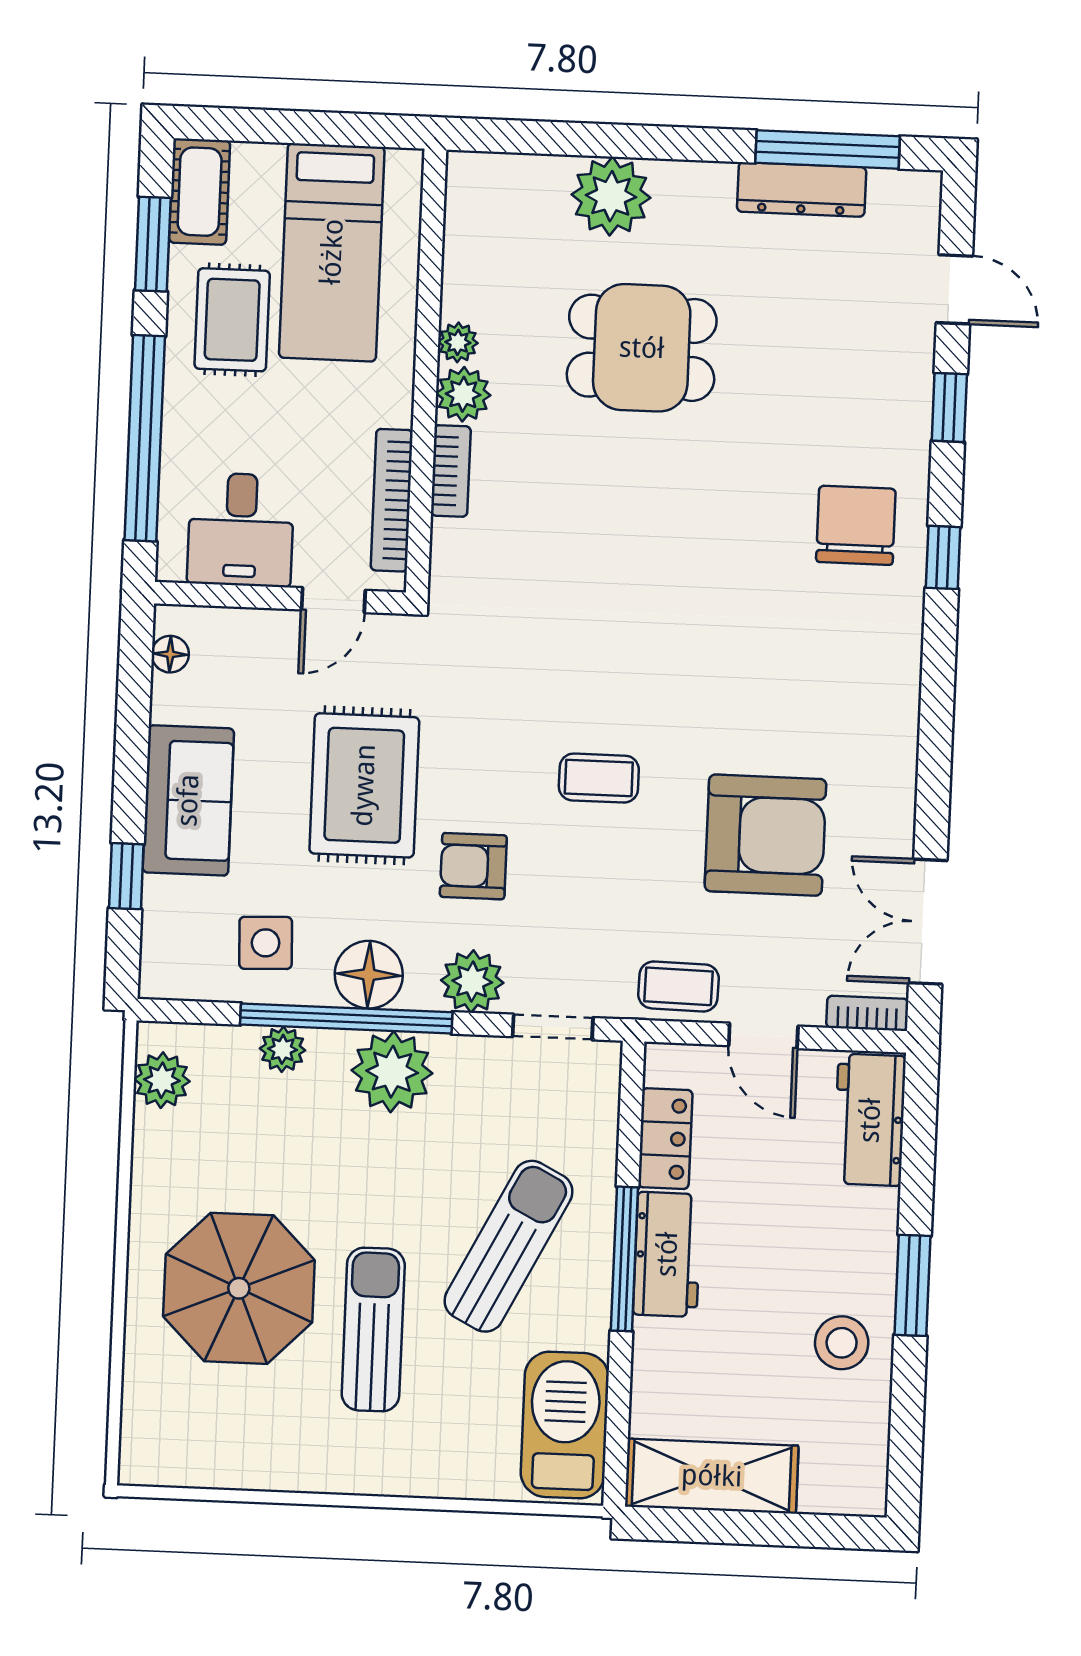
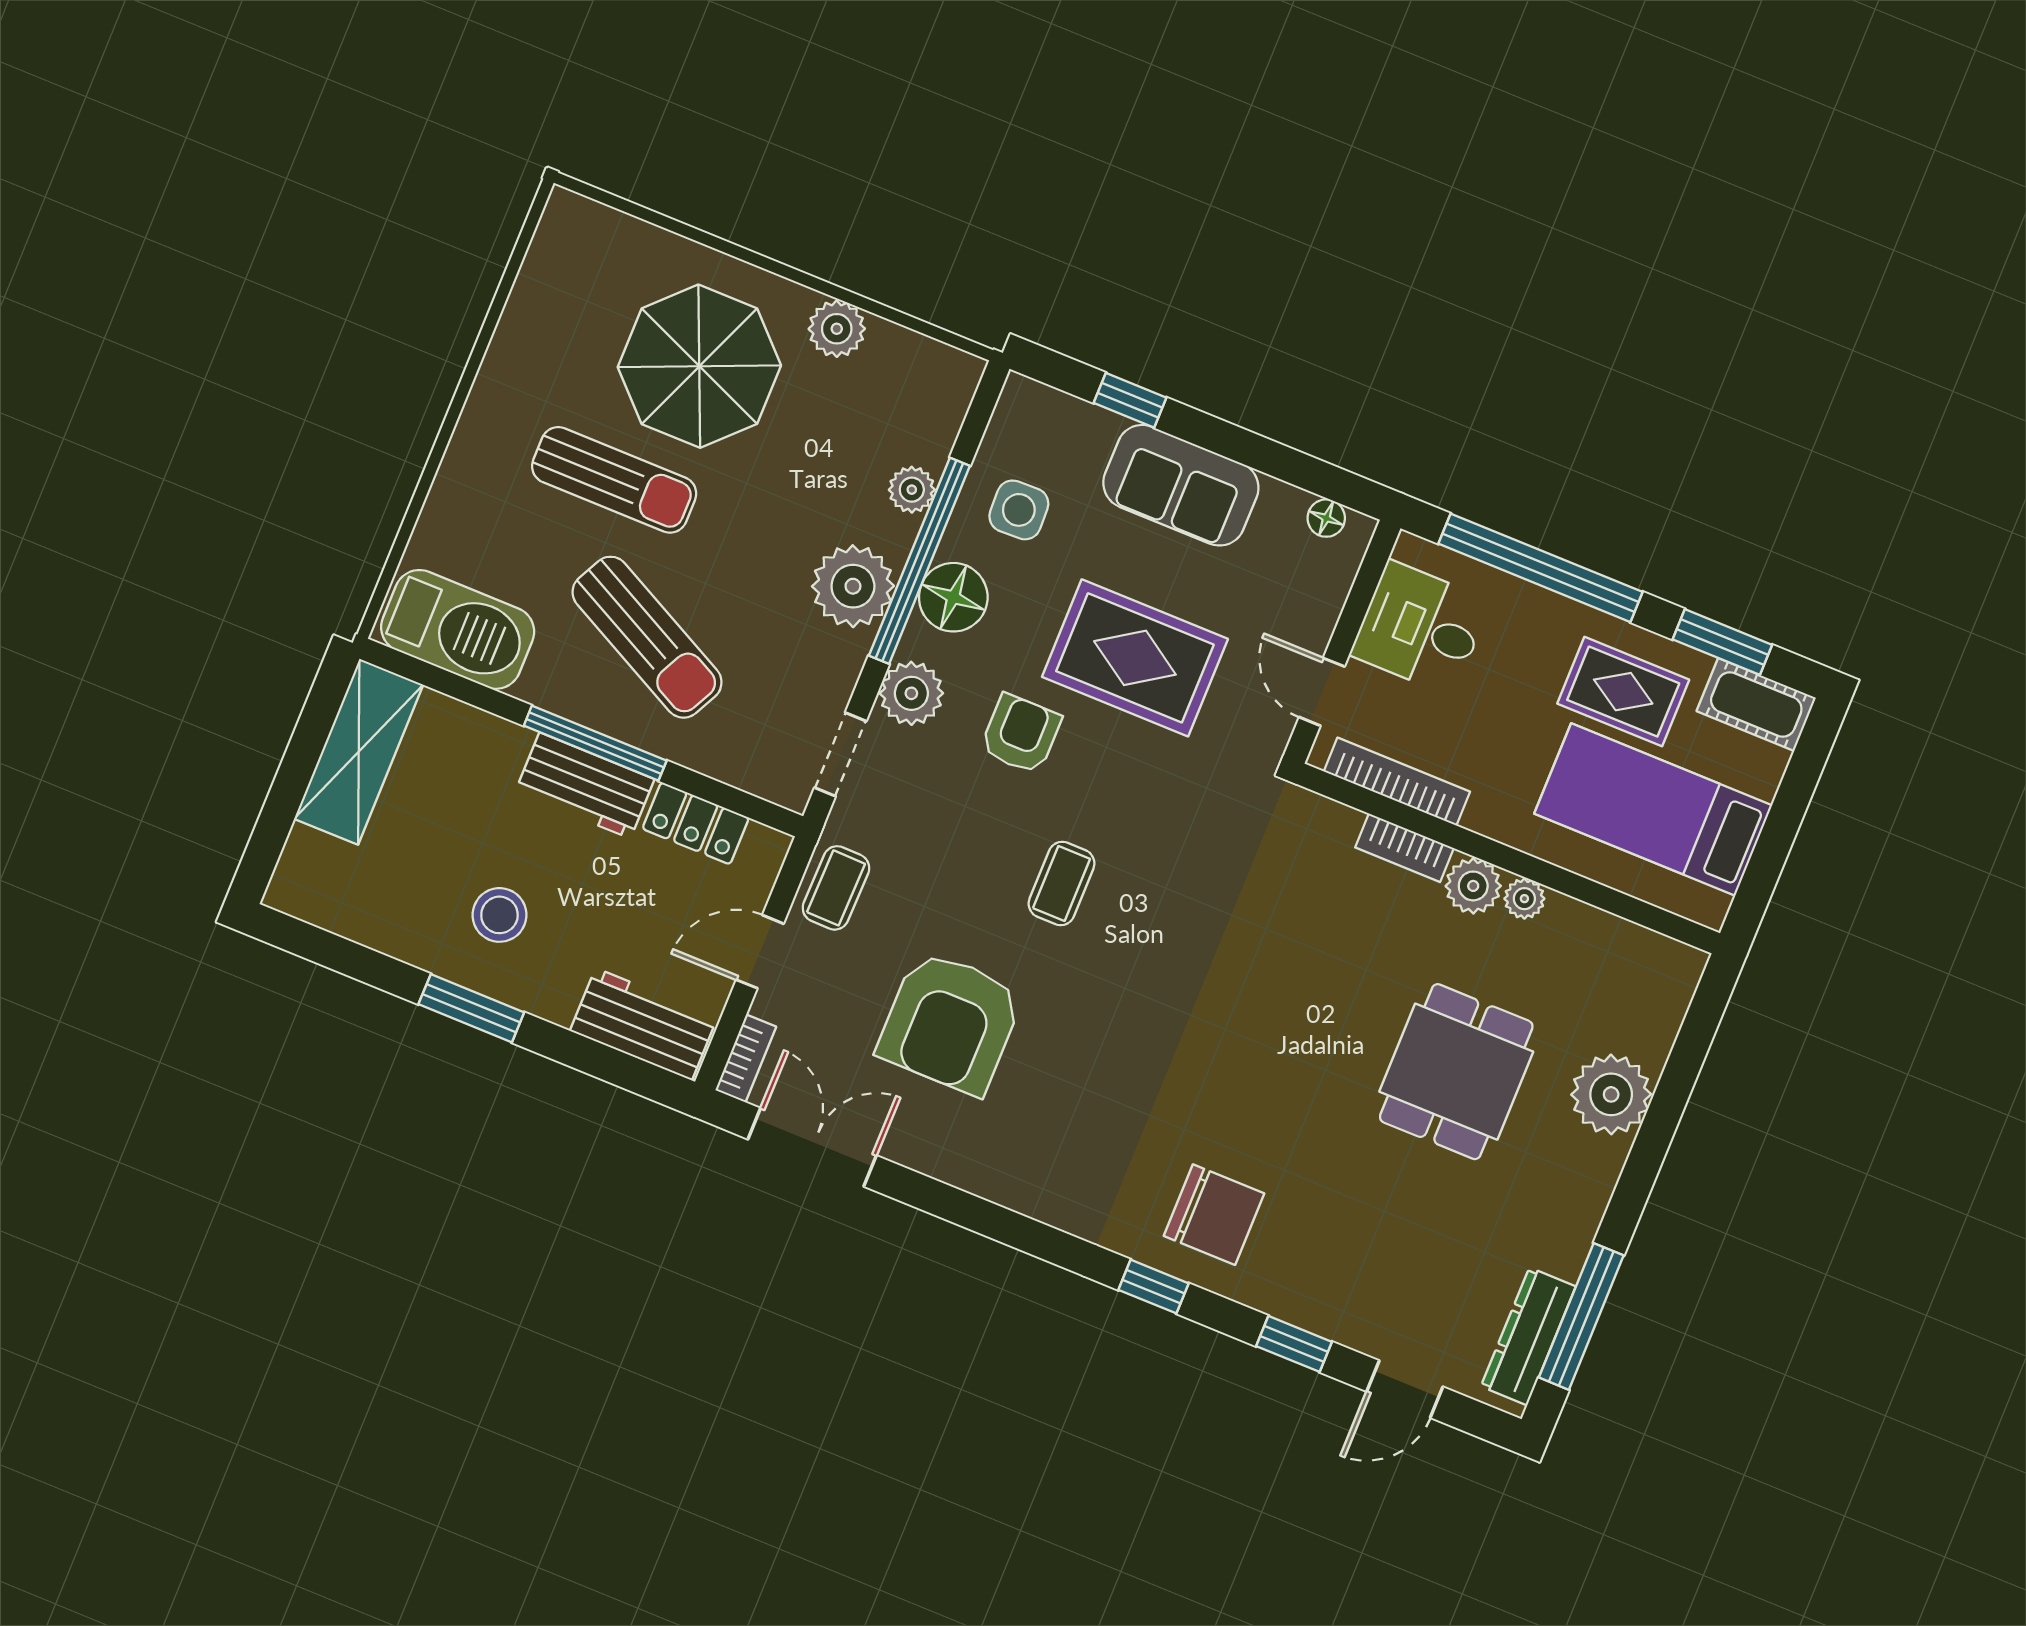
dresser: (802, 189) -> (1528, 1336), moved
plant: (162, 1080) -> (837, 329), moved
stool: (842, 1343) -> (499, 915), moved

